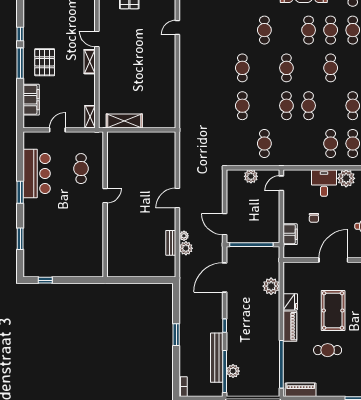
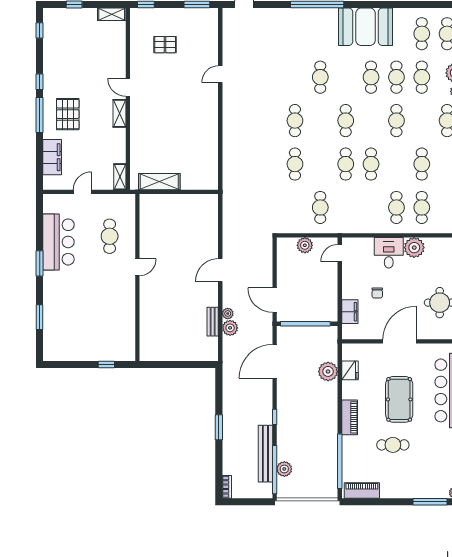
window: (45, 280) -> (106, 364), moved
fridge: (290, 302) -> (350, 370), moved

